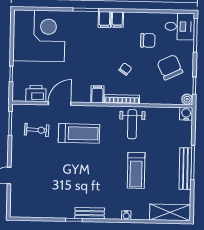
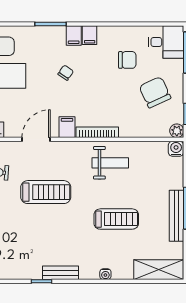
chair: (125, 69) -> (66, 73), moved
door: (60, 104) -> (36, 139), moved
weight bench: (132, 124) -> (110, 163), turned -90
treadmill: (79, 133) -> (46, 192), moved
treadmill: (136, 170) -> (116, 219), turned -90

